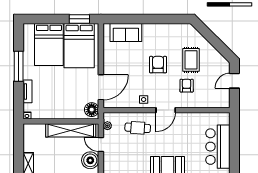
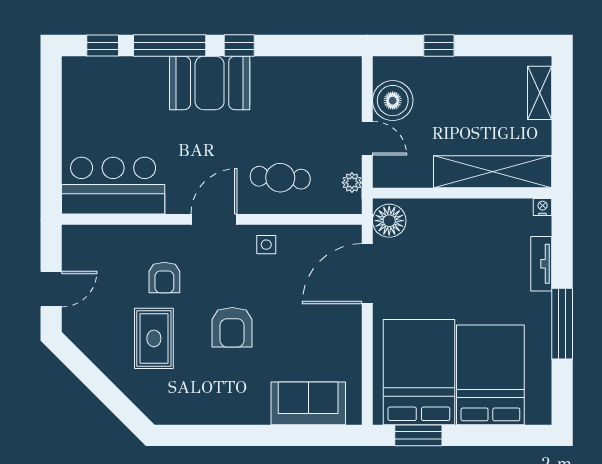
shelving: (71, 130) -> (493, 172), moved
bar counter: (218, 147) -> (113, 186), moved, turned -90

